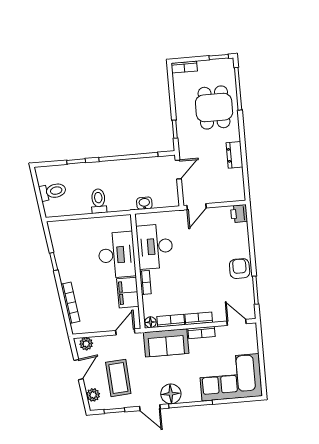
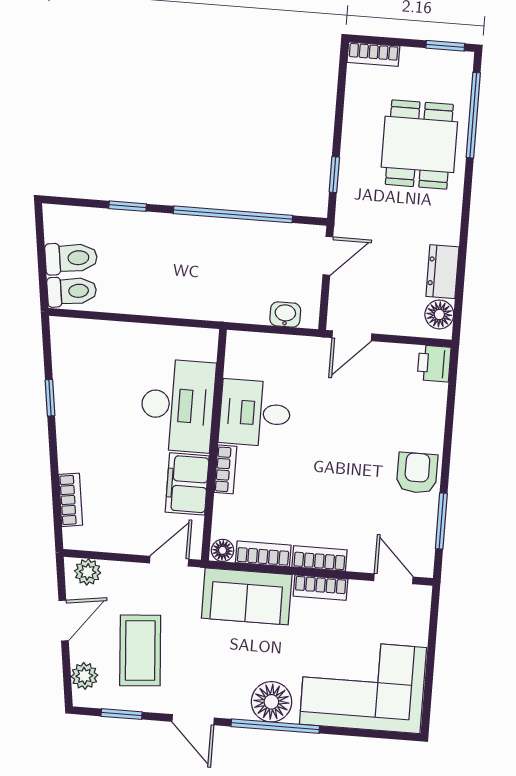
dresser: (235, 155) -> (442, 272), moved
floor lamp: (238, 189) -> (439, 314), added
toilet: (99, 201) -> (72, 291), moved, turned 82
washbasin: (144, 203) -> (285, 315), moved
desk: (155, 246) -> (255, 413), width x0.73
bookcase: (70, 303) -> (71, 500), width x0.64
floor lamp: (171, 394) -> (271, 702), moved

